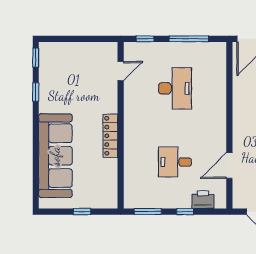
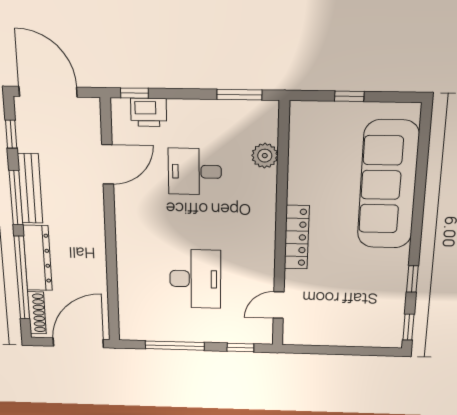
desk: (175, 88) -> (195, 279), turned 180
locker: (110, 136) -> (297, 237), moved
desk: (175, 162) -> (195, 172), turned 180
plant: (132, 173) -> (265, 156), added
window: (185, 212) -> (134, 93), moved

